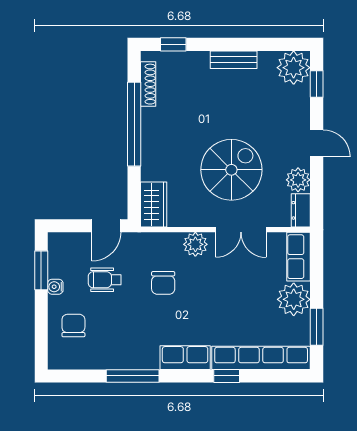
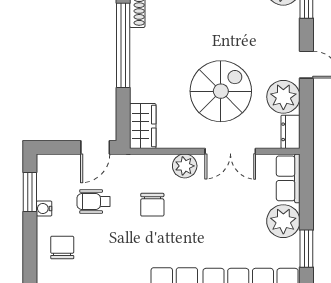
plant: (298, 180) -> (283, 97), width x1.36, depth x1.36

